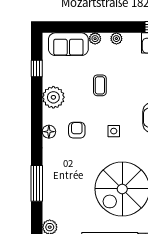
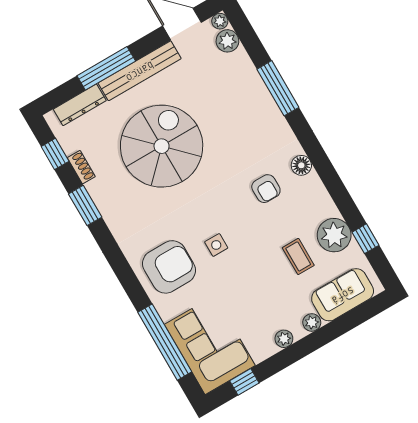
coffee table: (100, 85) -> (298, 256), moved
plant: (53, 97) -> (334, 235), moved
side table: (114, 131) -> (216, 245), moved

